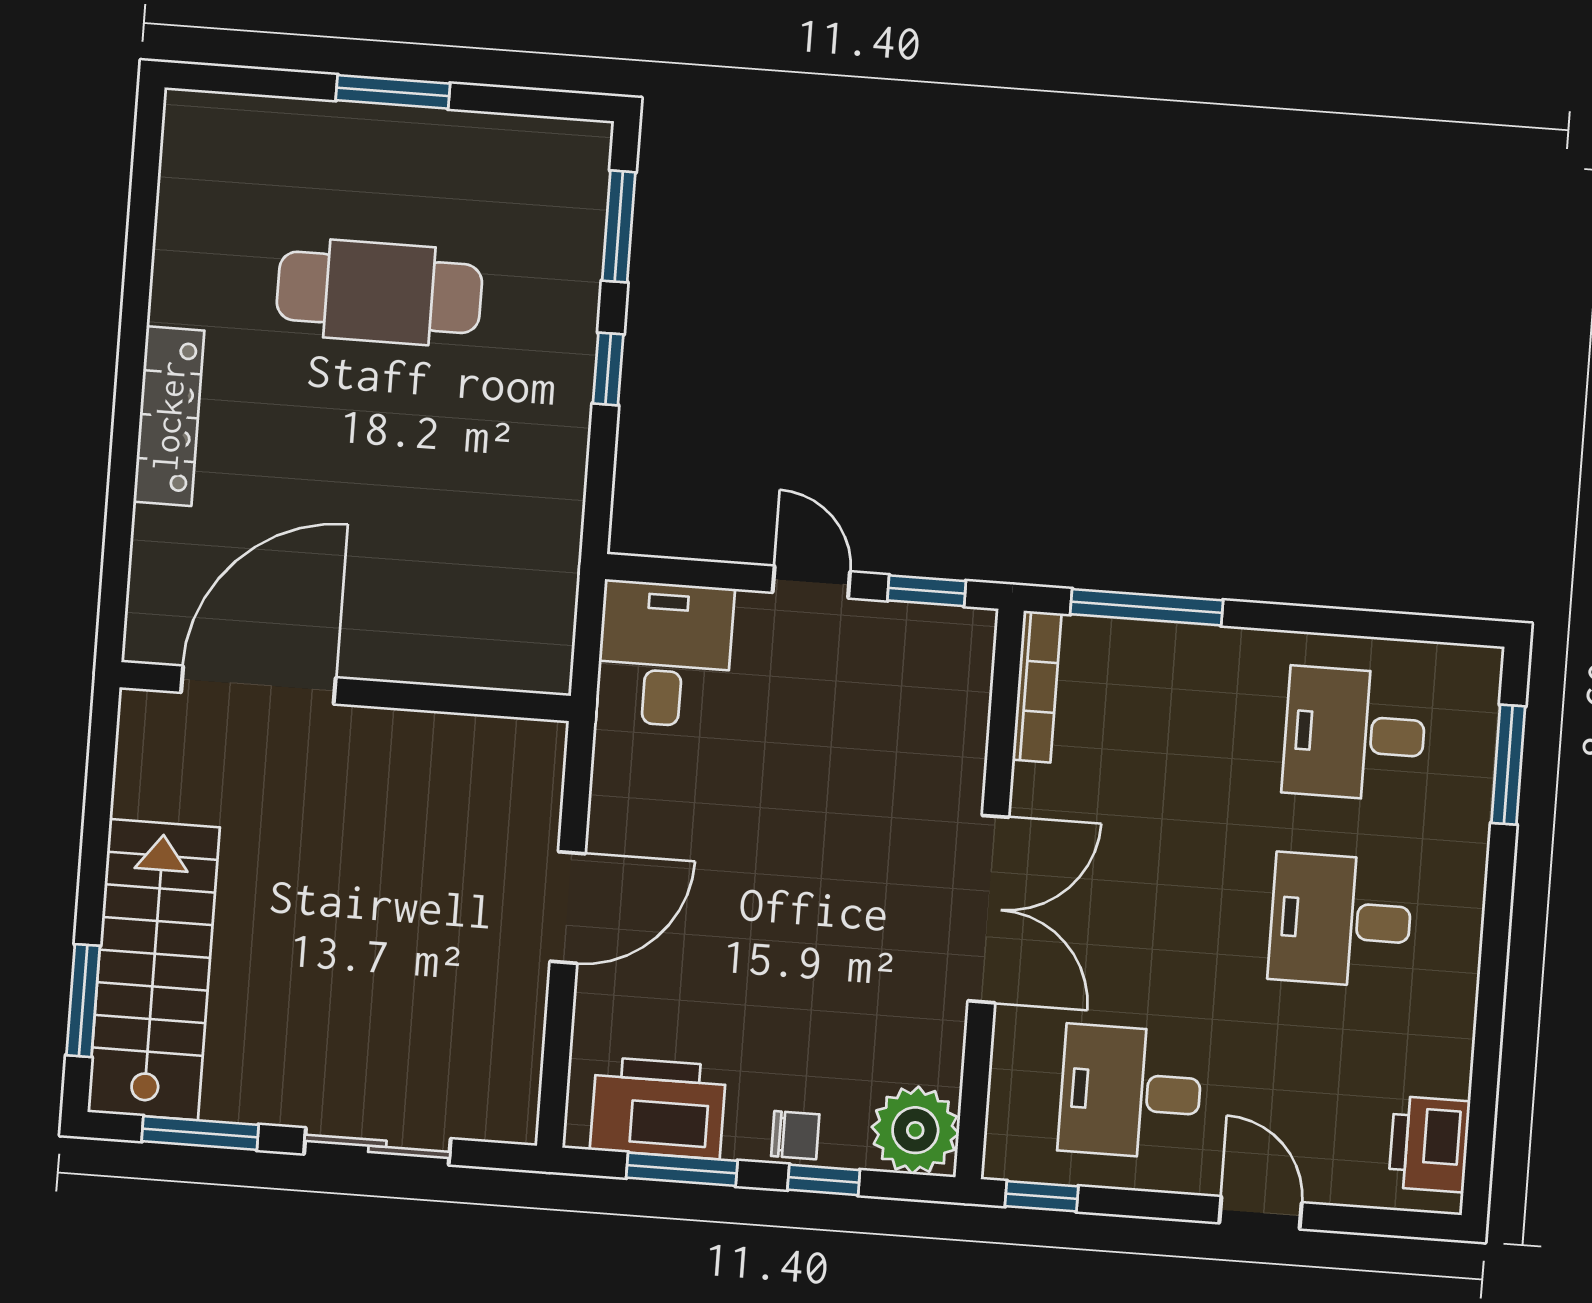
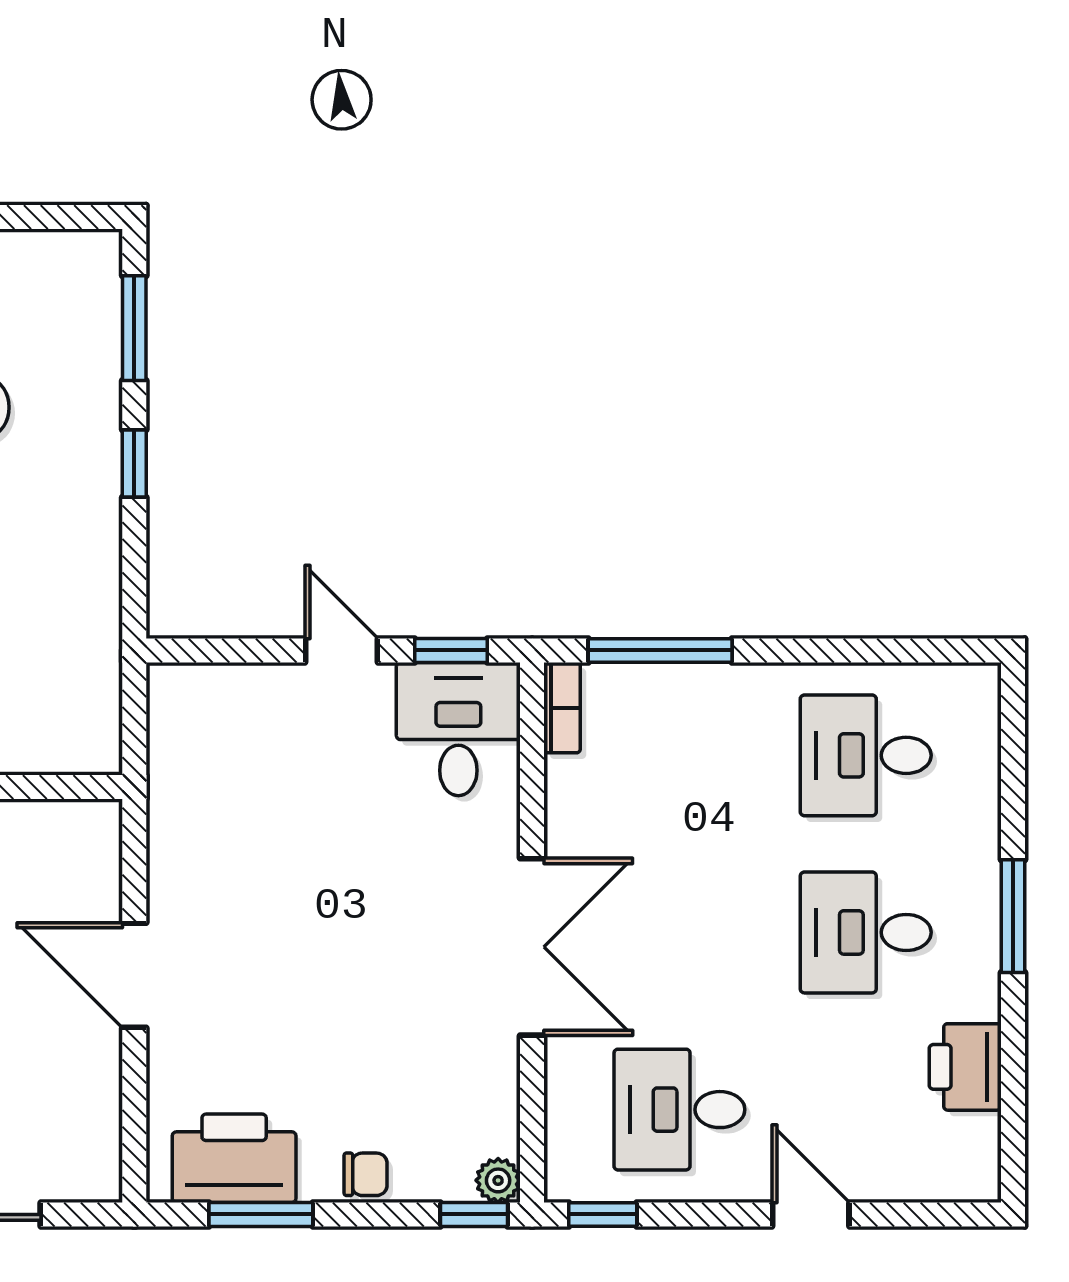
desk: (665, 654) -> (458, 729), moved
bookcase: (1037, 687) -> (562, 708), width x0.64
window: (1508, 765) -> (1013, 916), moved
door: (568, 907) -> (134, 975), swing flipped
plant: (915, 1130) -> (498, 1180), width x0.53, depth x0.53
printer: (1429, 1144) -> (965, 1067), moved
window: (824, 1180) -> (474, 1214), moved

